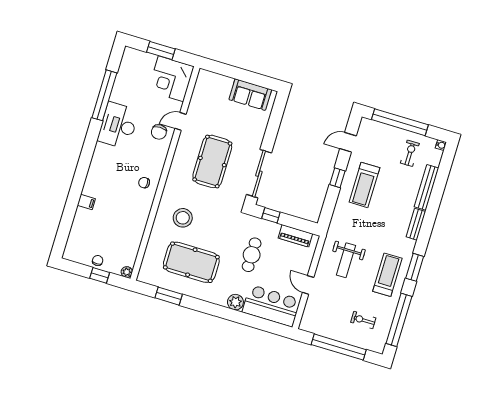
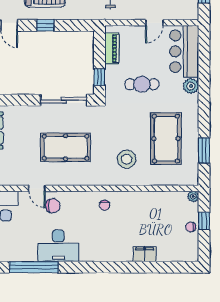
filing cabinet: (86, 202) -> (145, 254), width x2.00

